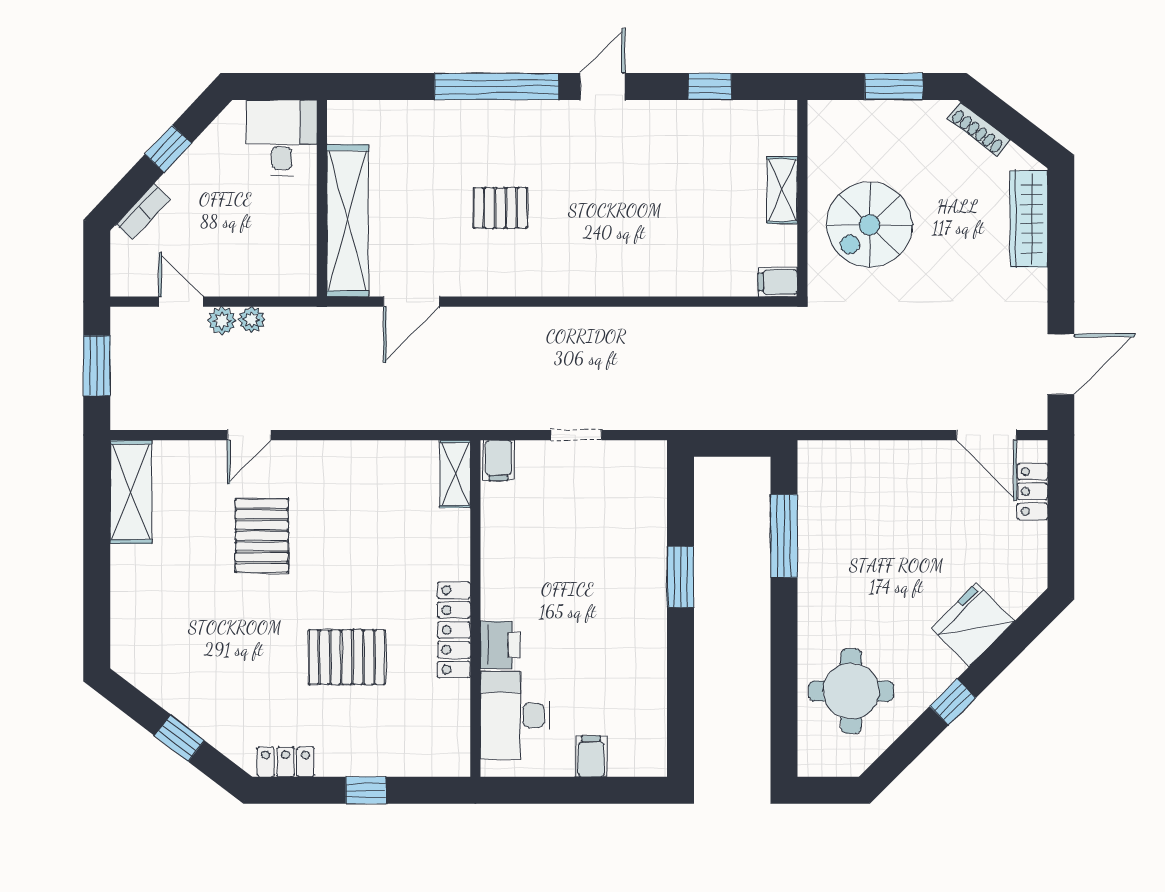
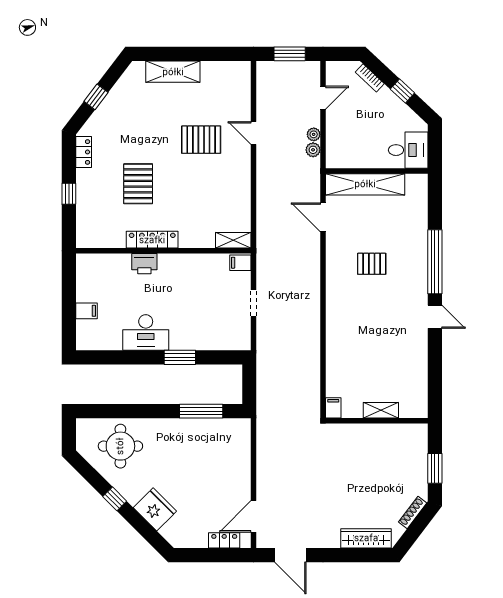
window: (710, 86) -> (435, 373), removed
pallet: (500, 208) -> (372, 264), turned 90
spiral stairs: (869, 225) -> (363, 456), removed
plant: (222, 321) -> (313, 150), moved
shelving: (131, 492) -> (173, 72), moved
desk: (515, 715) -> (146, 333), moved, turned 180

